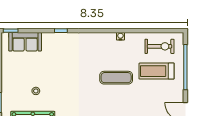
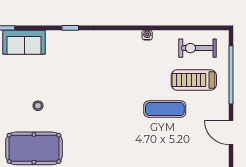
exercise bike: (159, 46) -> (198, 48), turned 180
exercise mat: (116, 78) -> (165, 109), moved

